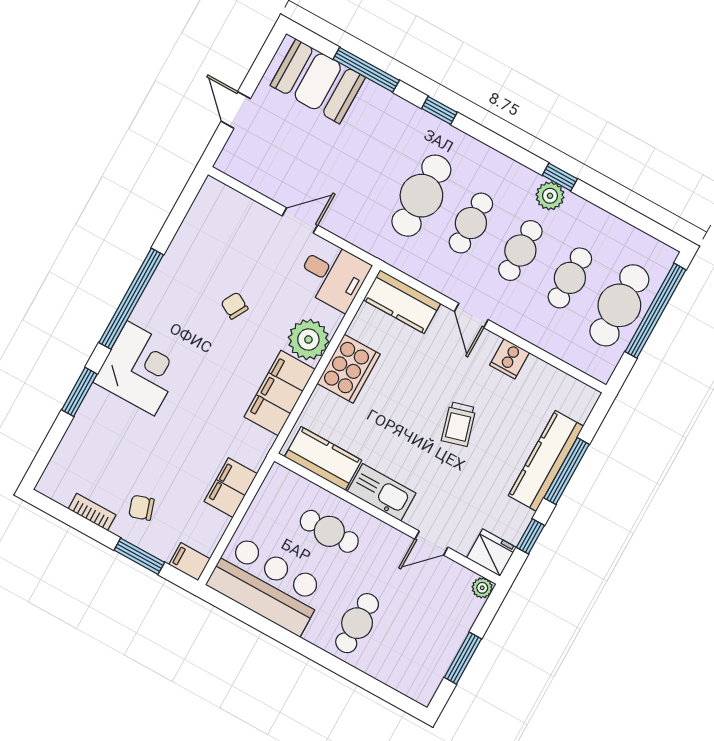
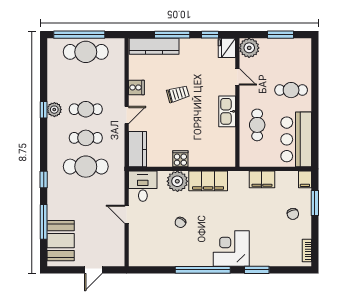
cafe table: (570, 278) -> (86, 81), removed
cooker: (349, 369) -> (180, 159), width x0.53, depth x0.76
kitchen counter: (323, 459) -> (226, 146), removed
kitchen counter: (546, 461) -> (154, 46), moved
bookcase: (92, 512) -> (307, 251), moved
plant: (482, 588) -> (249, 48), width x1.87, depth x1.87

